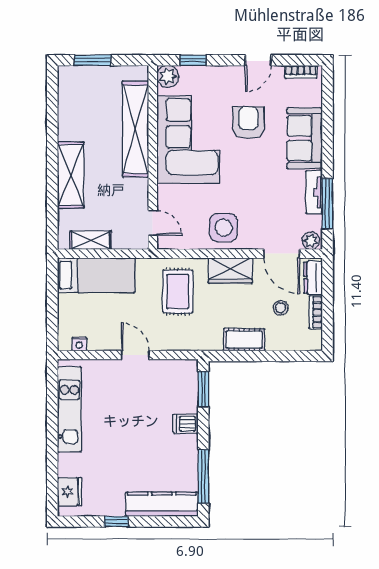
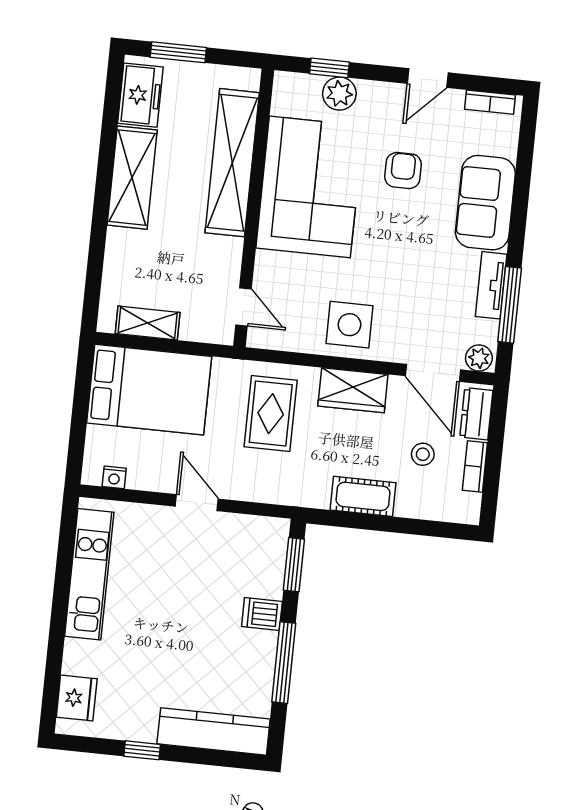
plant: (168, 76) -> (339, 94), moved
freezer: (71, 91) -> (140, 95), added
armchair: (248, 123) -> (403, 170), width x0.72, depth x0.72
shelving: (71, 175) -> (132, 178), moved
bed: (96, 275) -> (149, 390), width x1.50
window: (203, 476) -> (284, 663), moved

